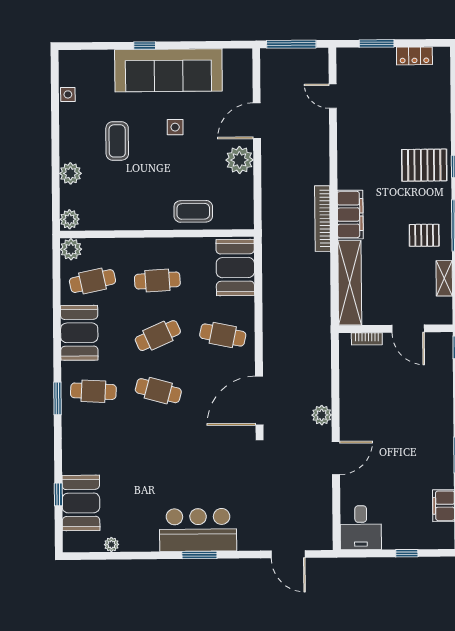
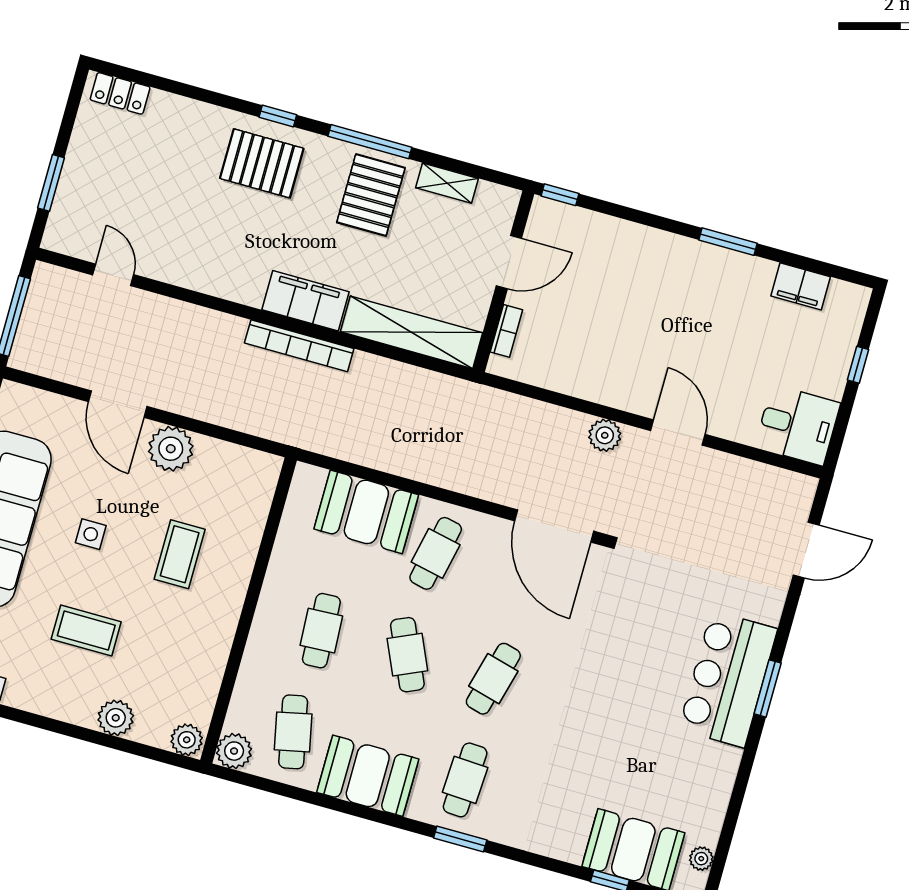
locker: (414, 56) -> (120, 93), moved, turned 90
door: (333, 96) -> (113, 275), swing flipped
pallet: (424, 165) -> (262, 163), turned 90
coffee table: (193, 211) -> (180, 554), moved
pallet: (424, 235) -> (371, 195), width x1.50, depth x1.42
booth: (235, 268) -> (366, 512), moved
plant: (111, 545) -> (701, 859), moved

